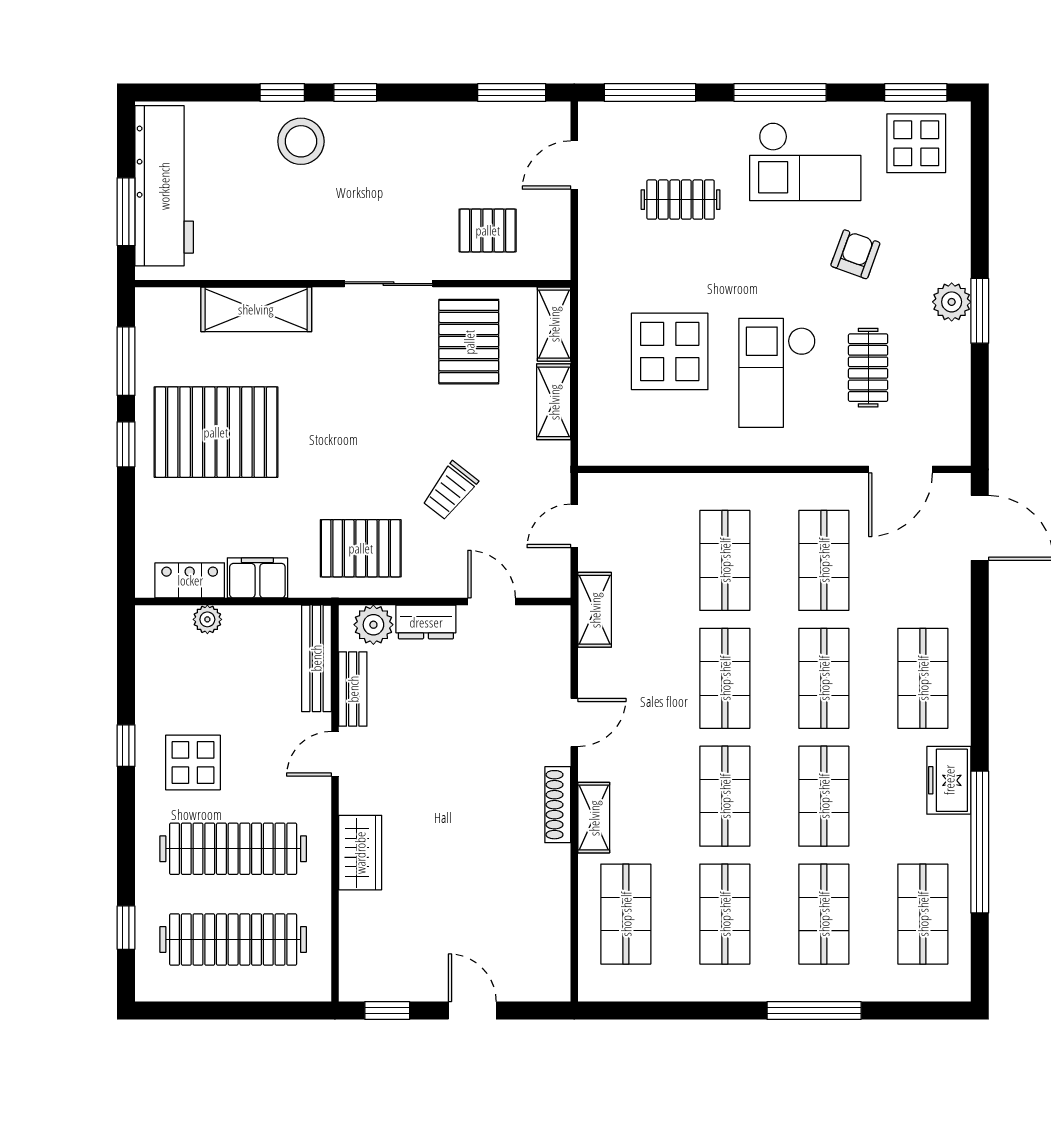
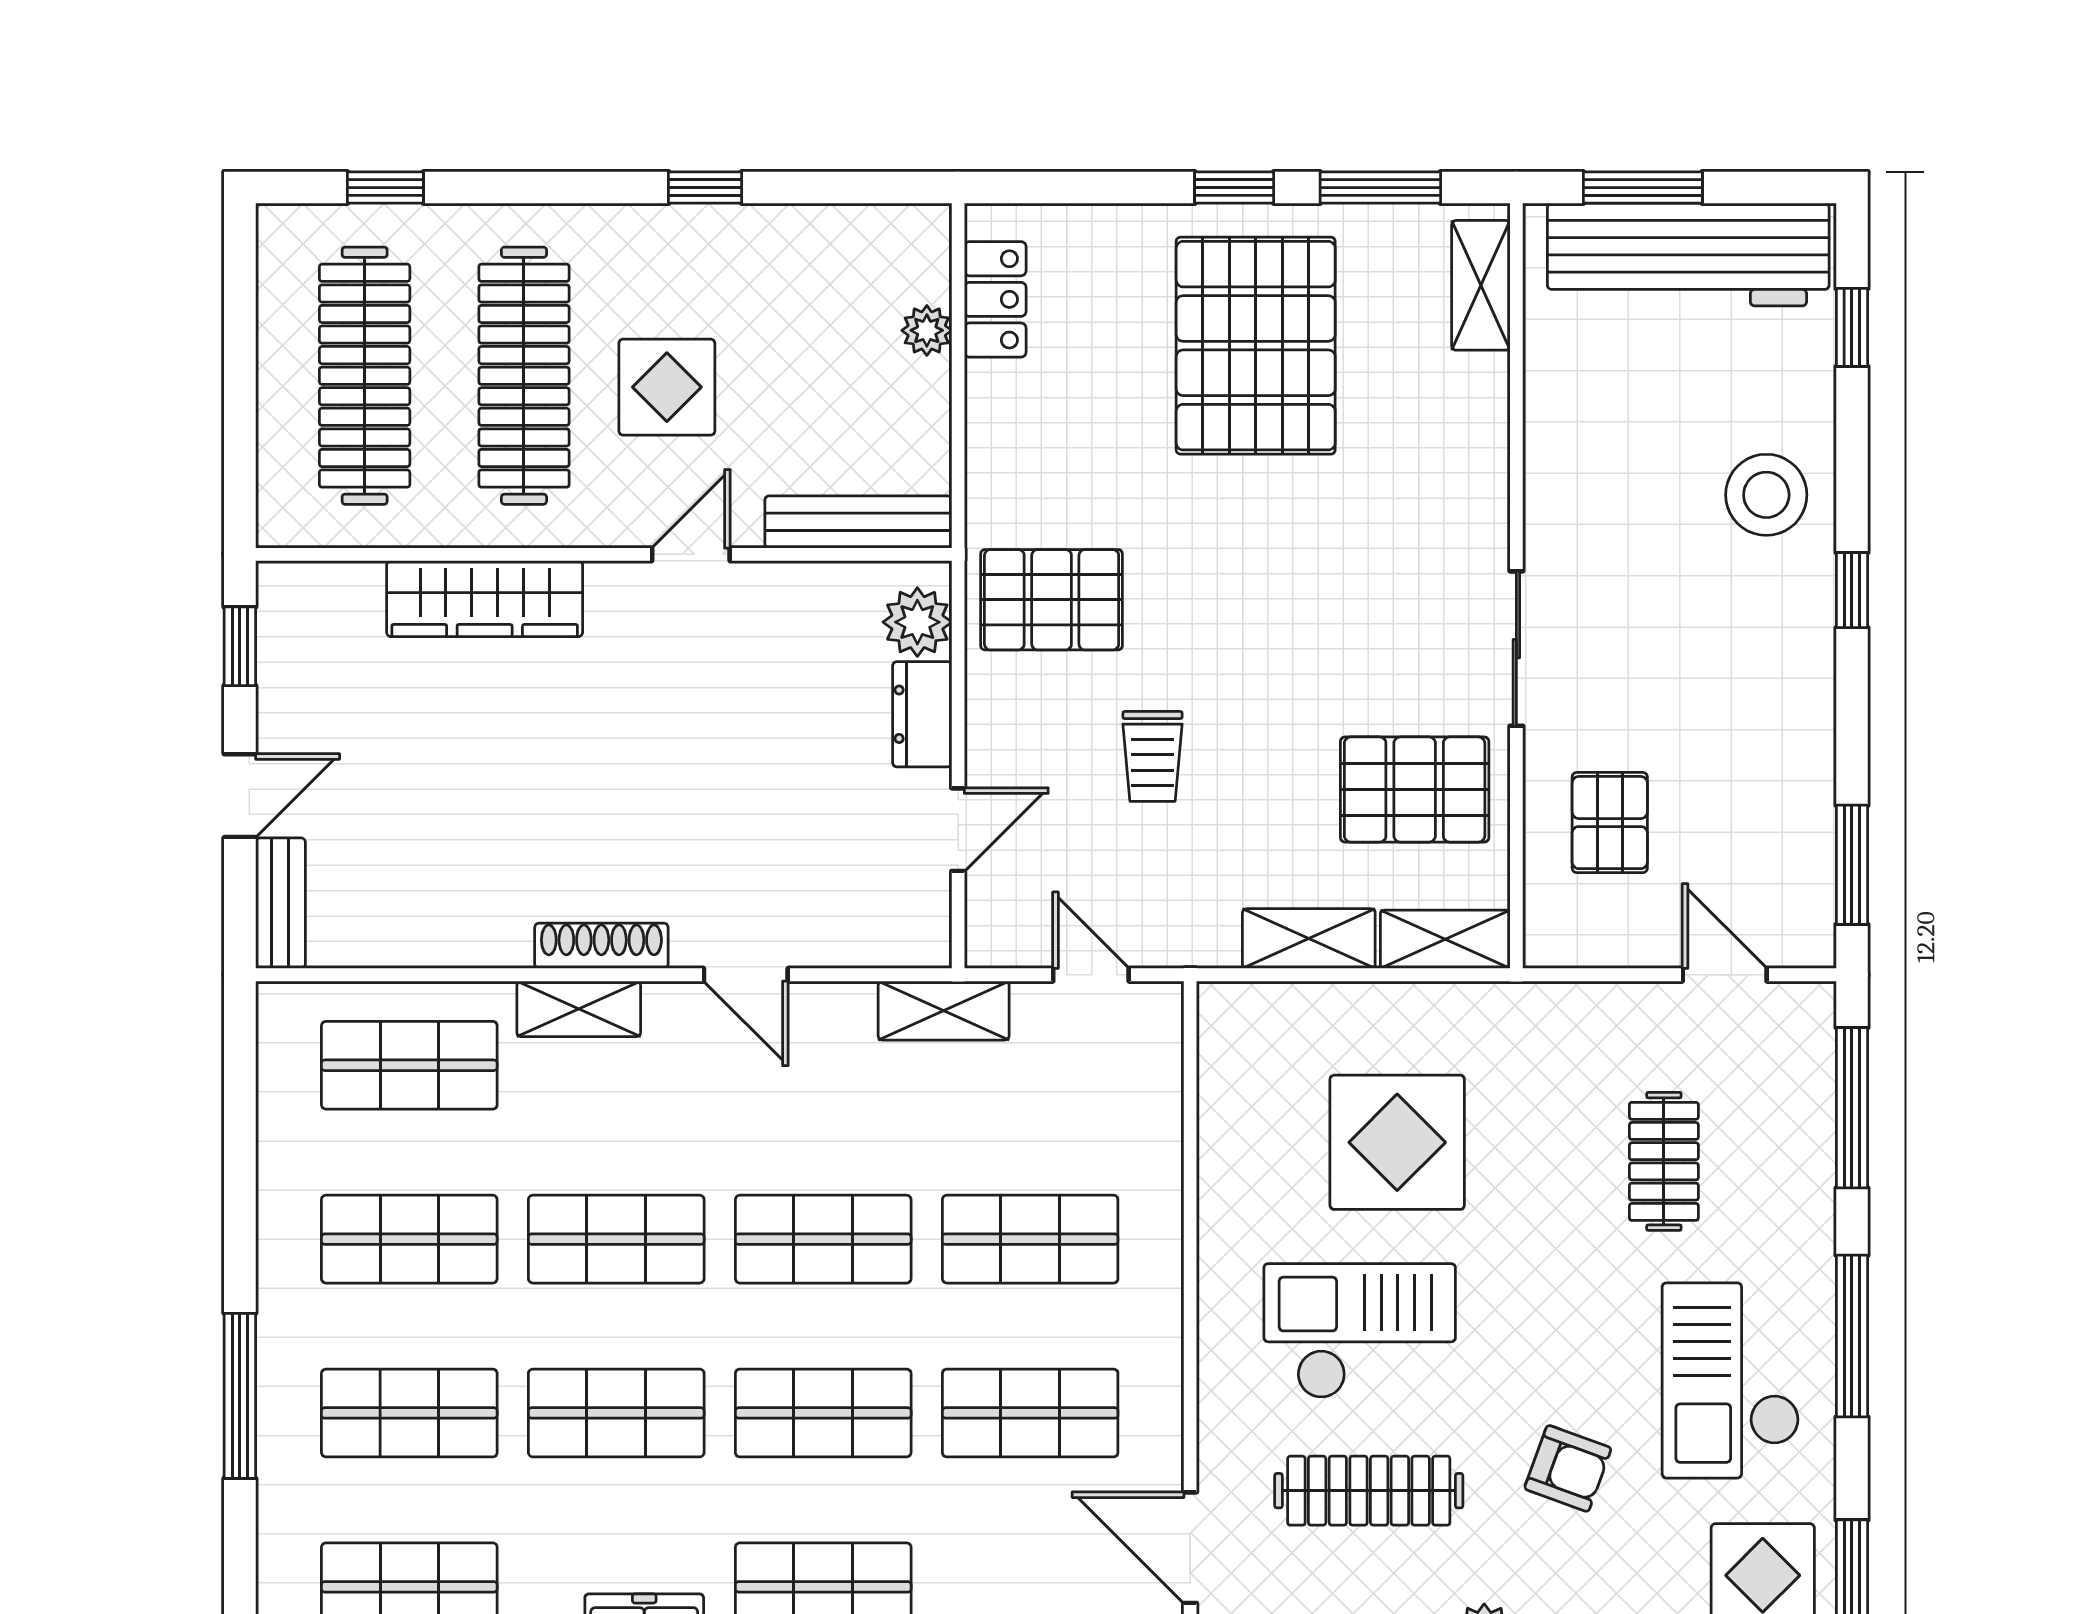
window: (282, 93) -> (1852, 327), moved
shelving: (256, 309) -> (1481, 285), moved, width x0.67, depth x0.75
clothes rail: (868, 368) -> (1369, 1491), width x1.36
trolley: (450, 491) -> (1153, 756), turned -128
pallet: (361, 548) -> (1052, 600), turned 90
filing cabinet: (257, 578) -> (1000, 418), removed
bench: (353, 689) -> (280, 903), moved, turned 90
door: (335, 754) -> (691, 554), hinge flipped
display table: (193, 763) -> (667, 387), moved
wardrobe: (360, 853) -> (485, 599), width x1.50

